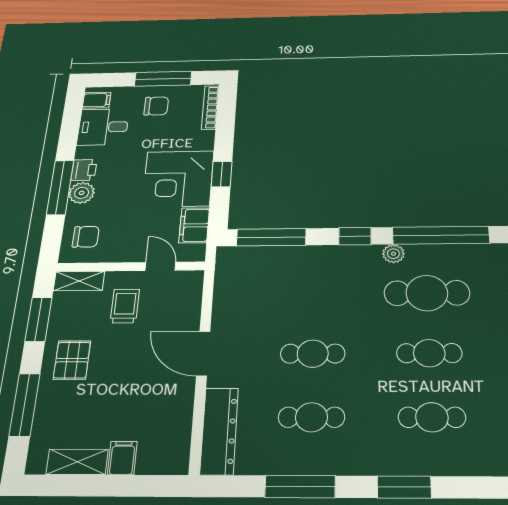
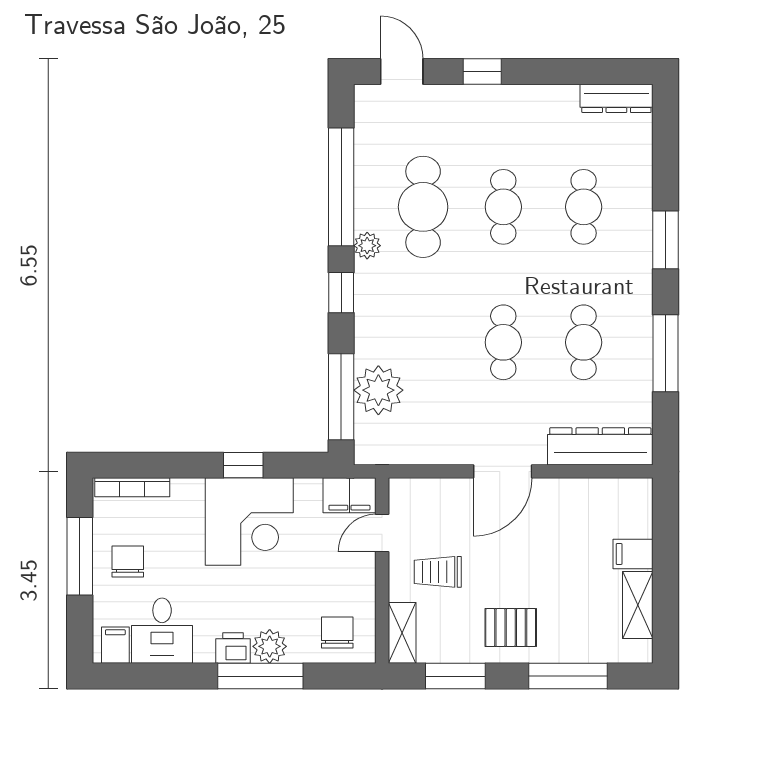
filing cabinet: (194, 225) -> (349, 495), moved
plant: (276, 263) -> (378, 390), added

